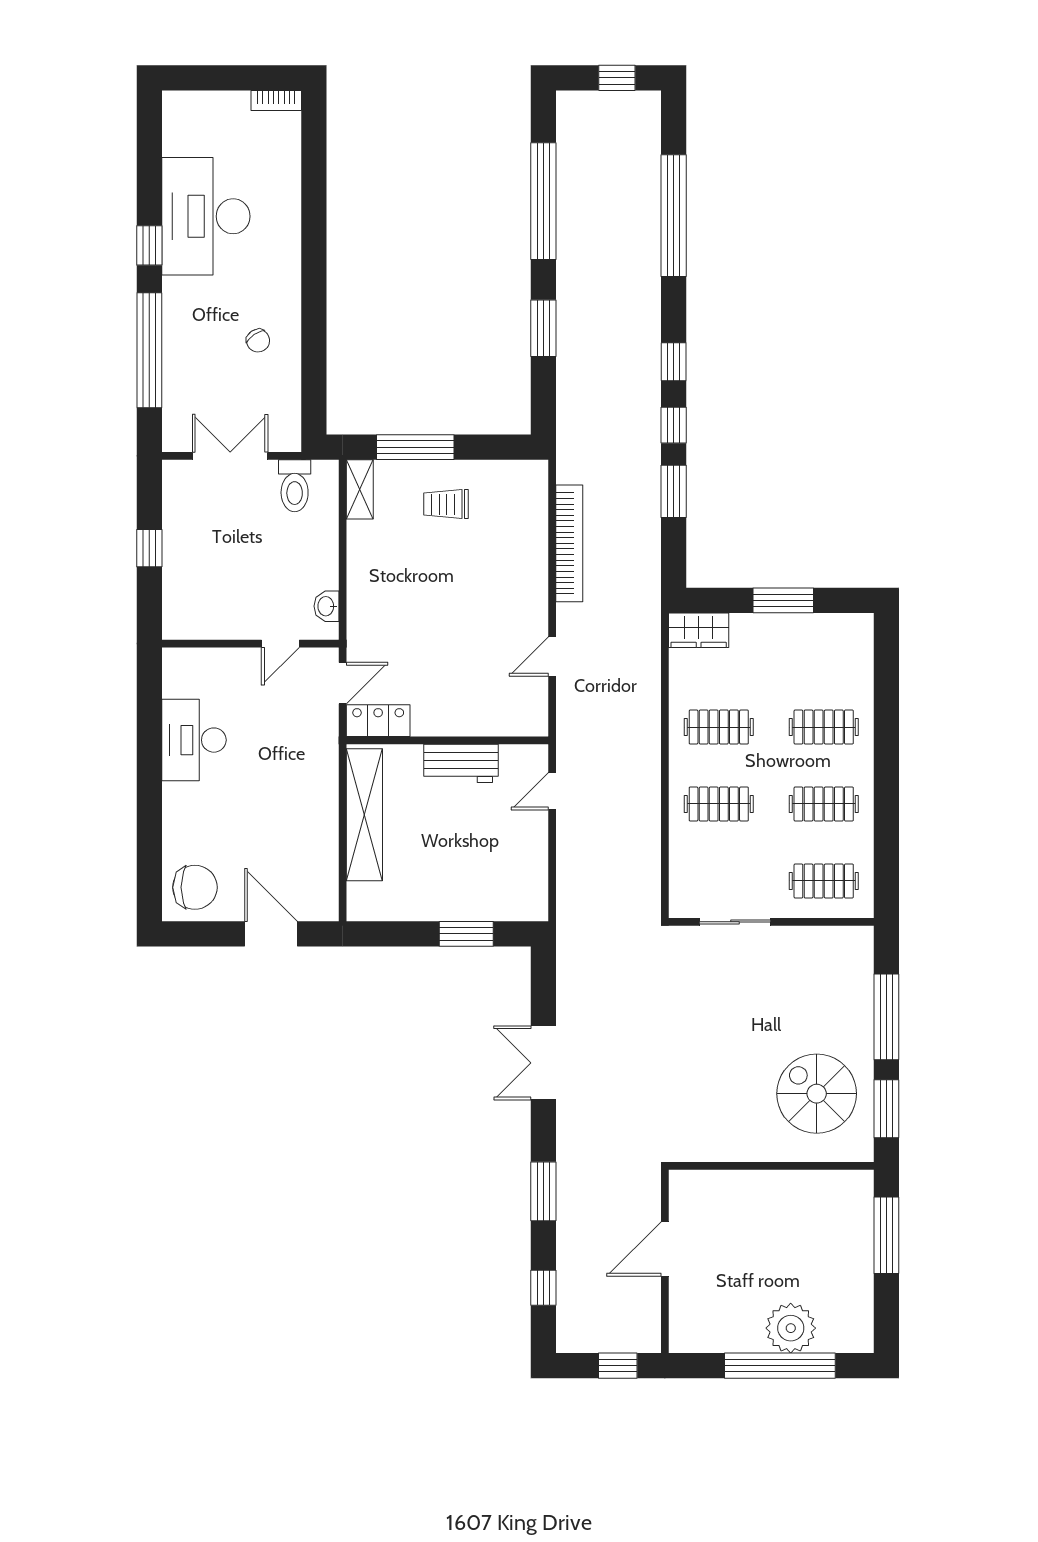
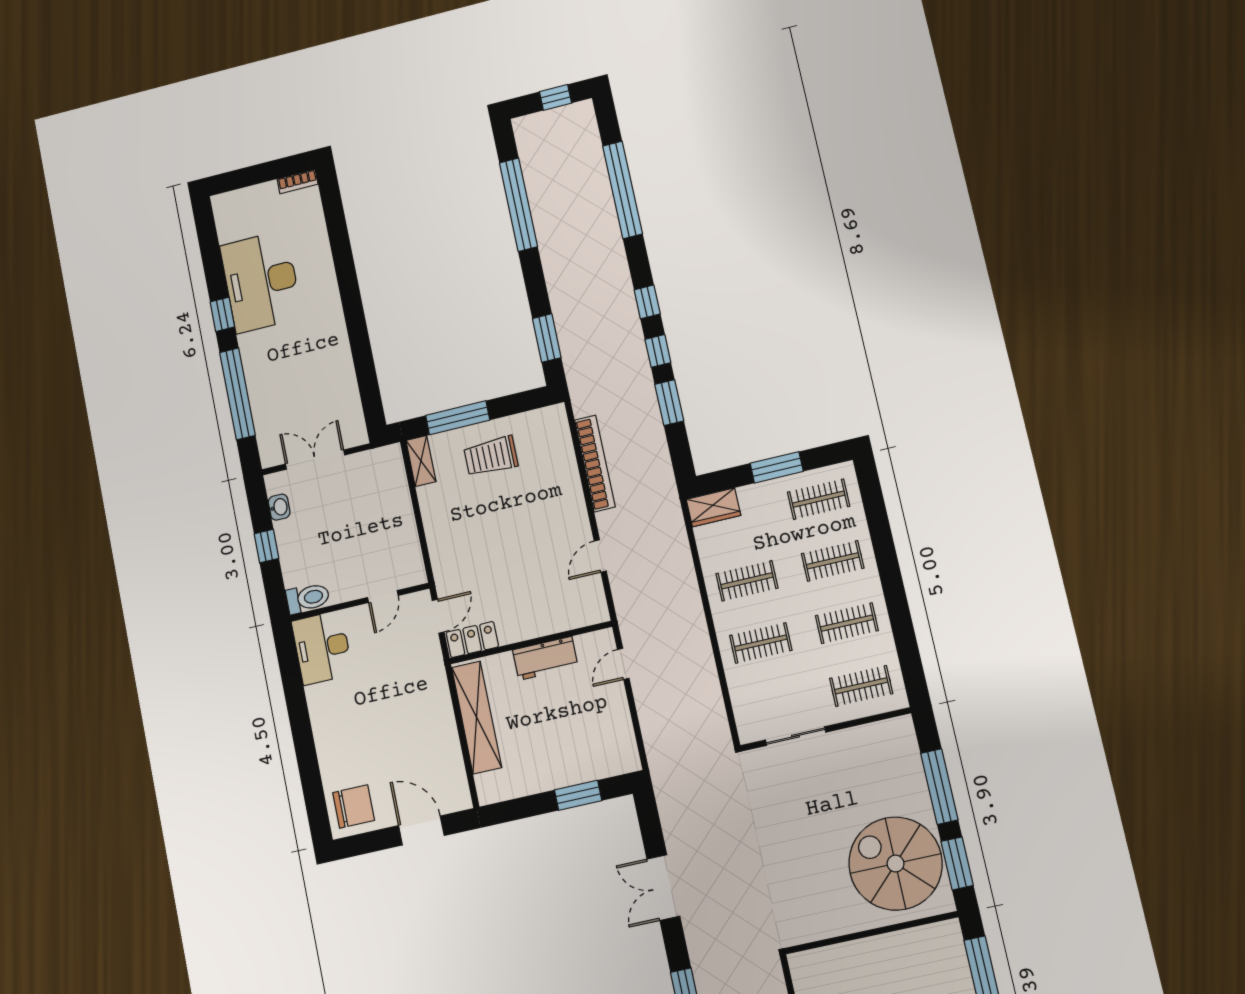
window: (543, 328) -> (547, 338), moved
chair: (258, 341) -> (319, 366), removed
toilet: (295, 486) -> (308, 598), moved, turned -90
trolley: (446, 504) -> (491, 456), width x1.36, depth x1.39
washbasin: (326, 606) -> (279, 507), moved, turned 180
clothes rail: (824, 650) -> (819, 499), added
desk: (194, 740) -> (322, 648), moved
spiral stairs: (817, 1094) -> (896, 864), width x1.37, depth x1.37

